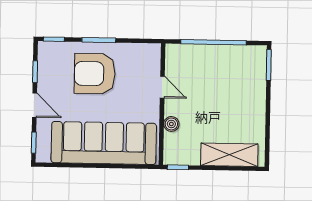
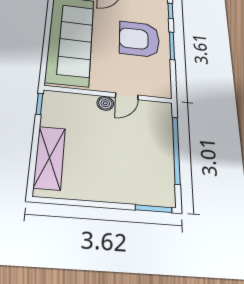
armchair: (95, 74) -> (139, 39), turned -90
boiler: (171, 124) -> (105, 103), moved

